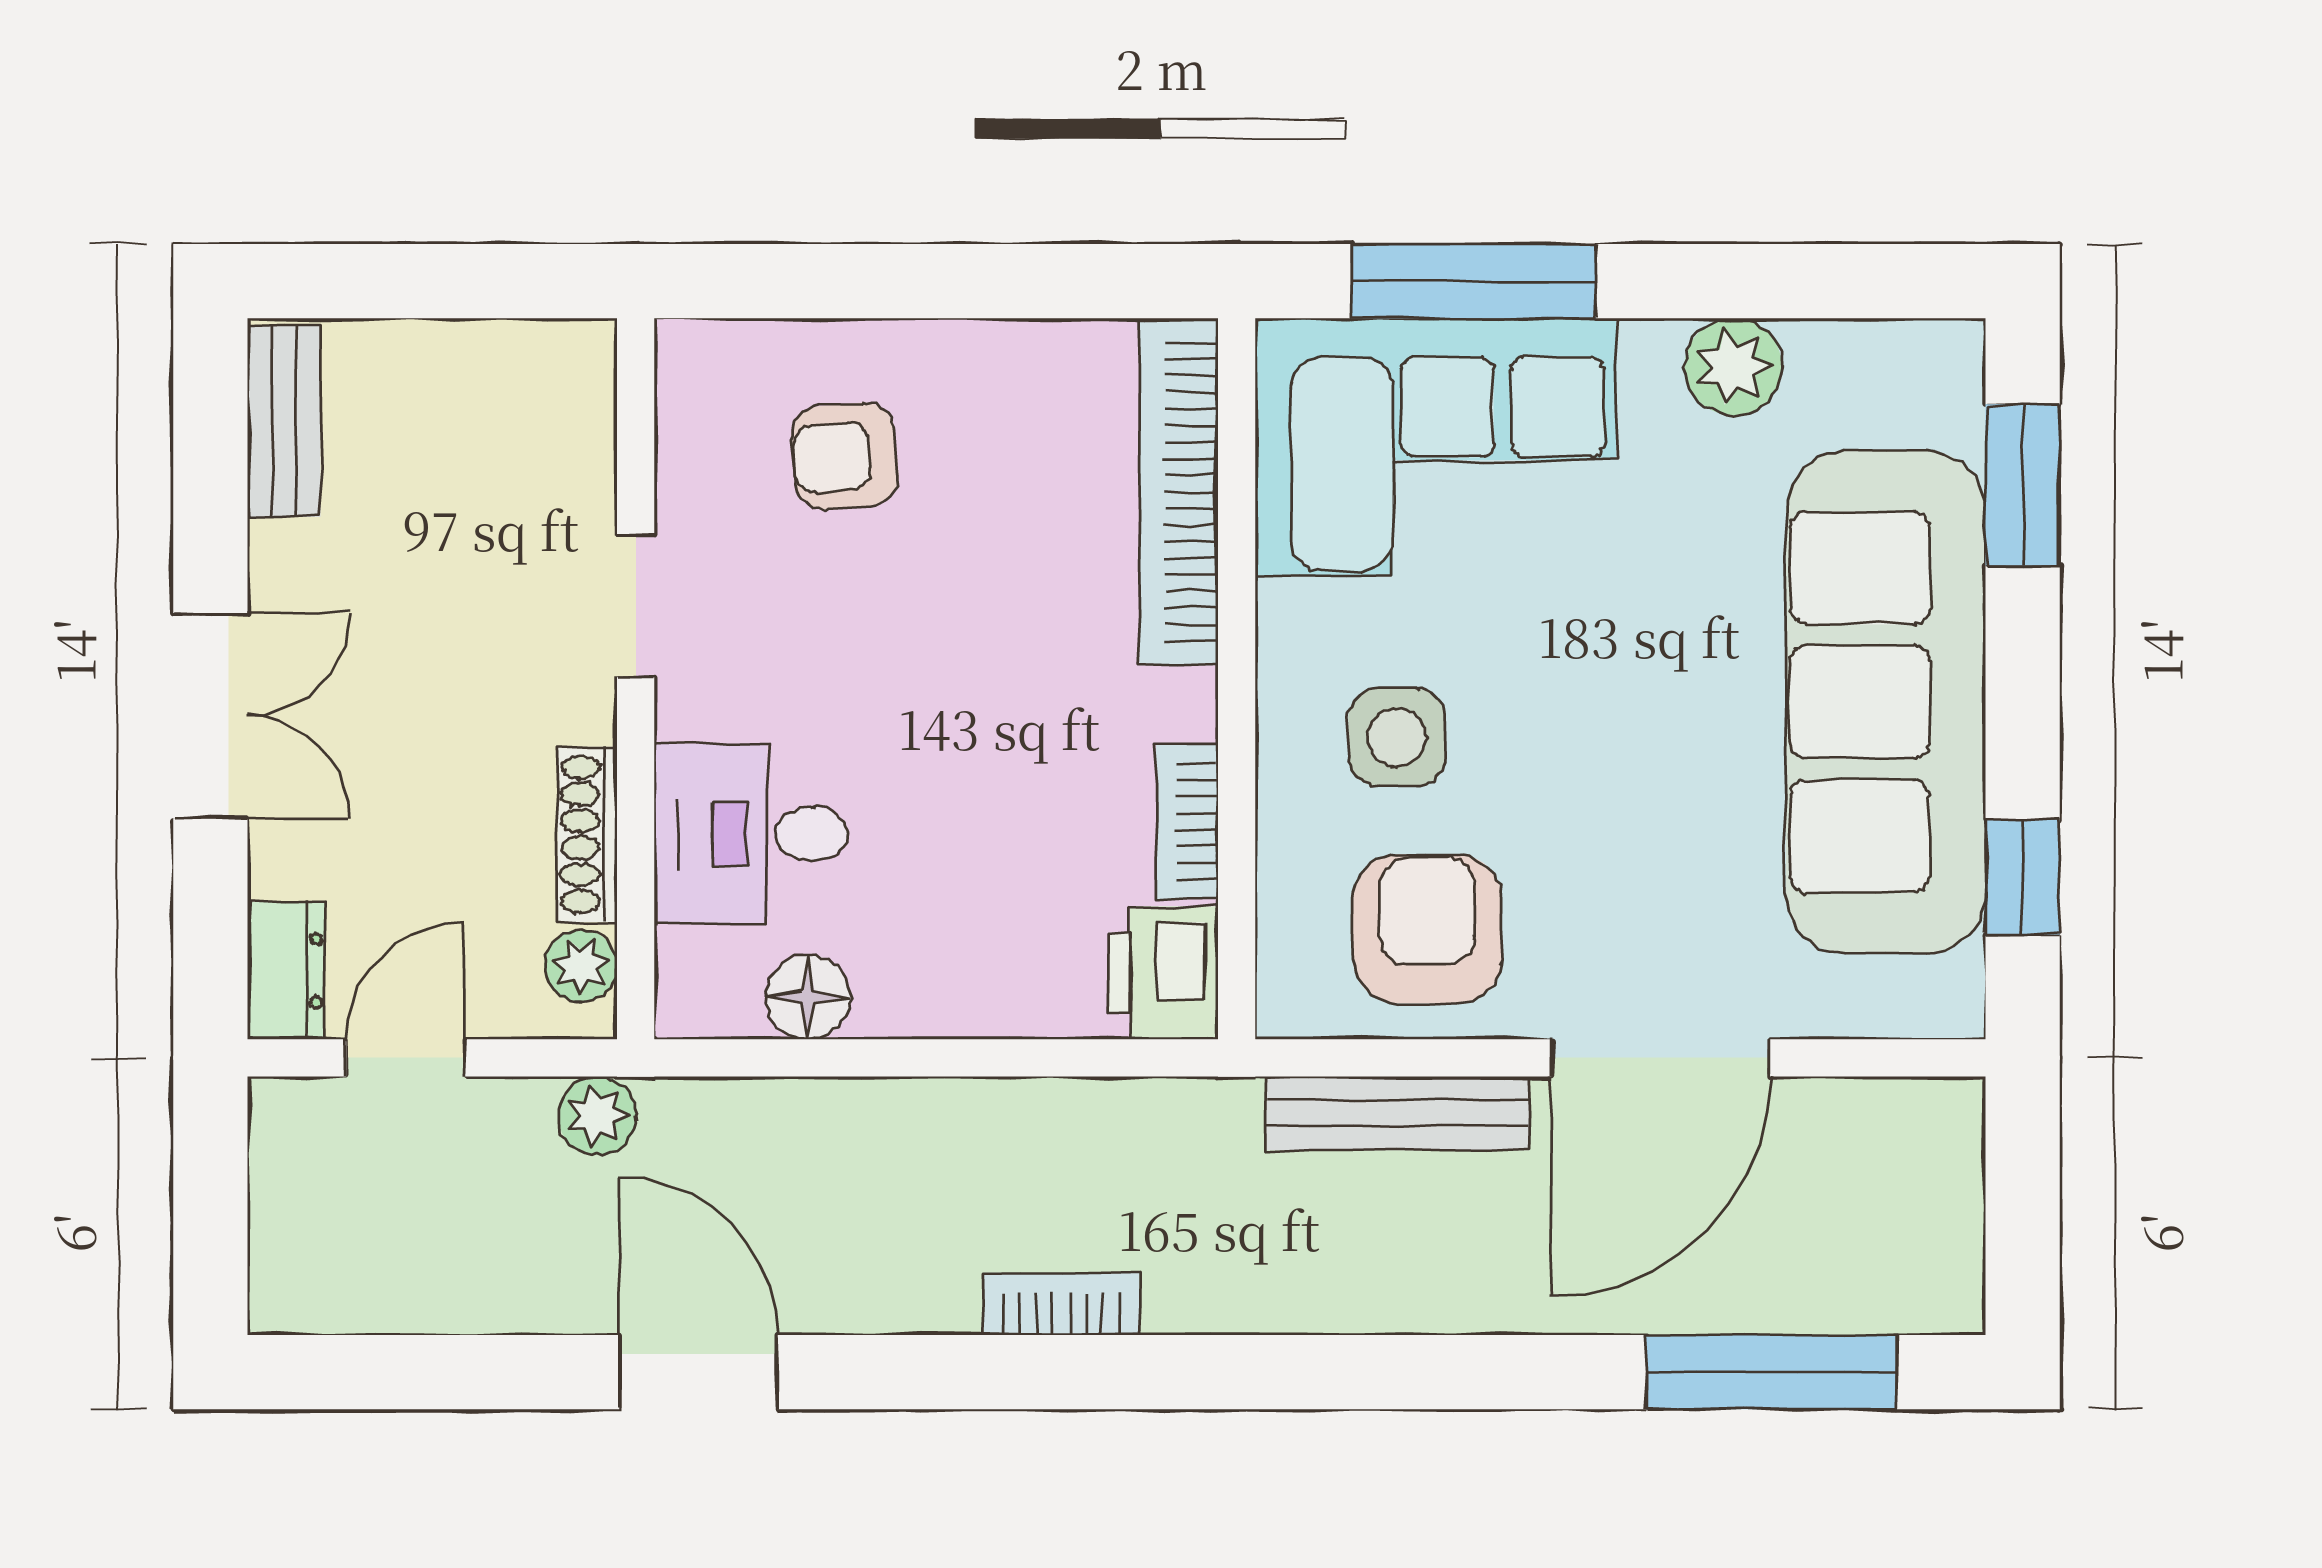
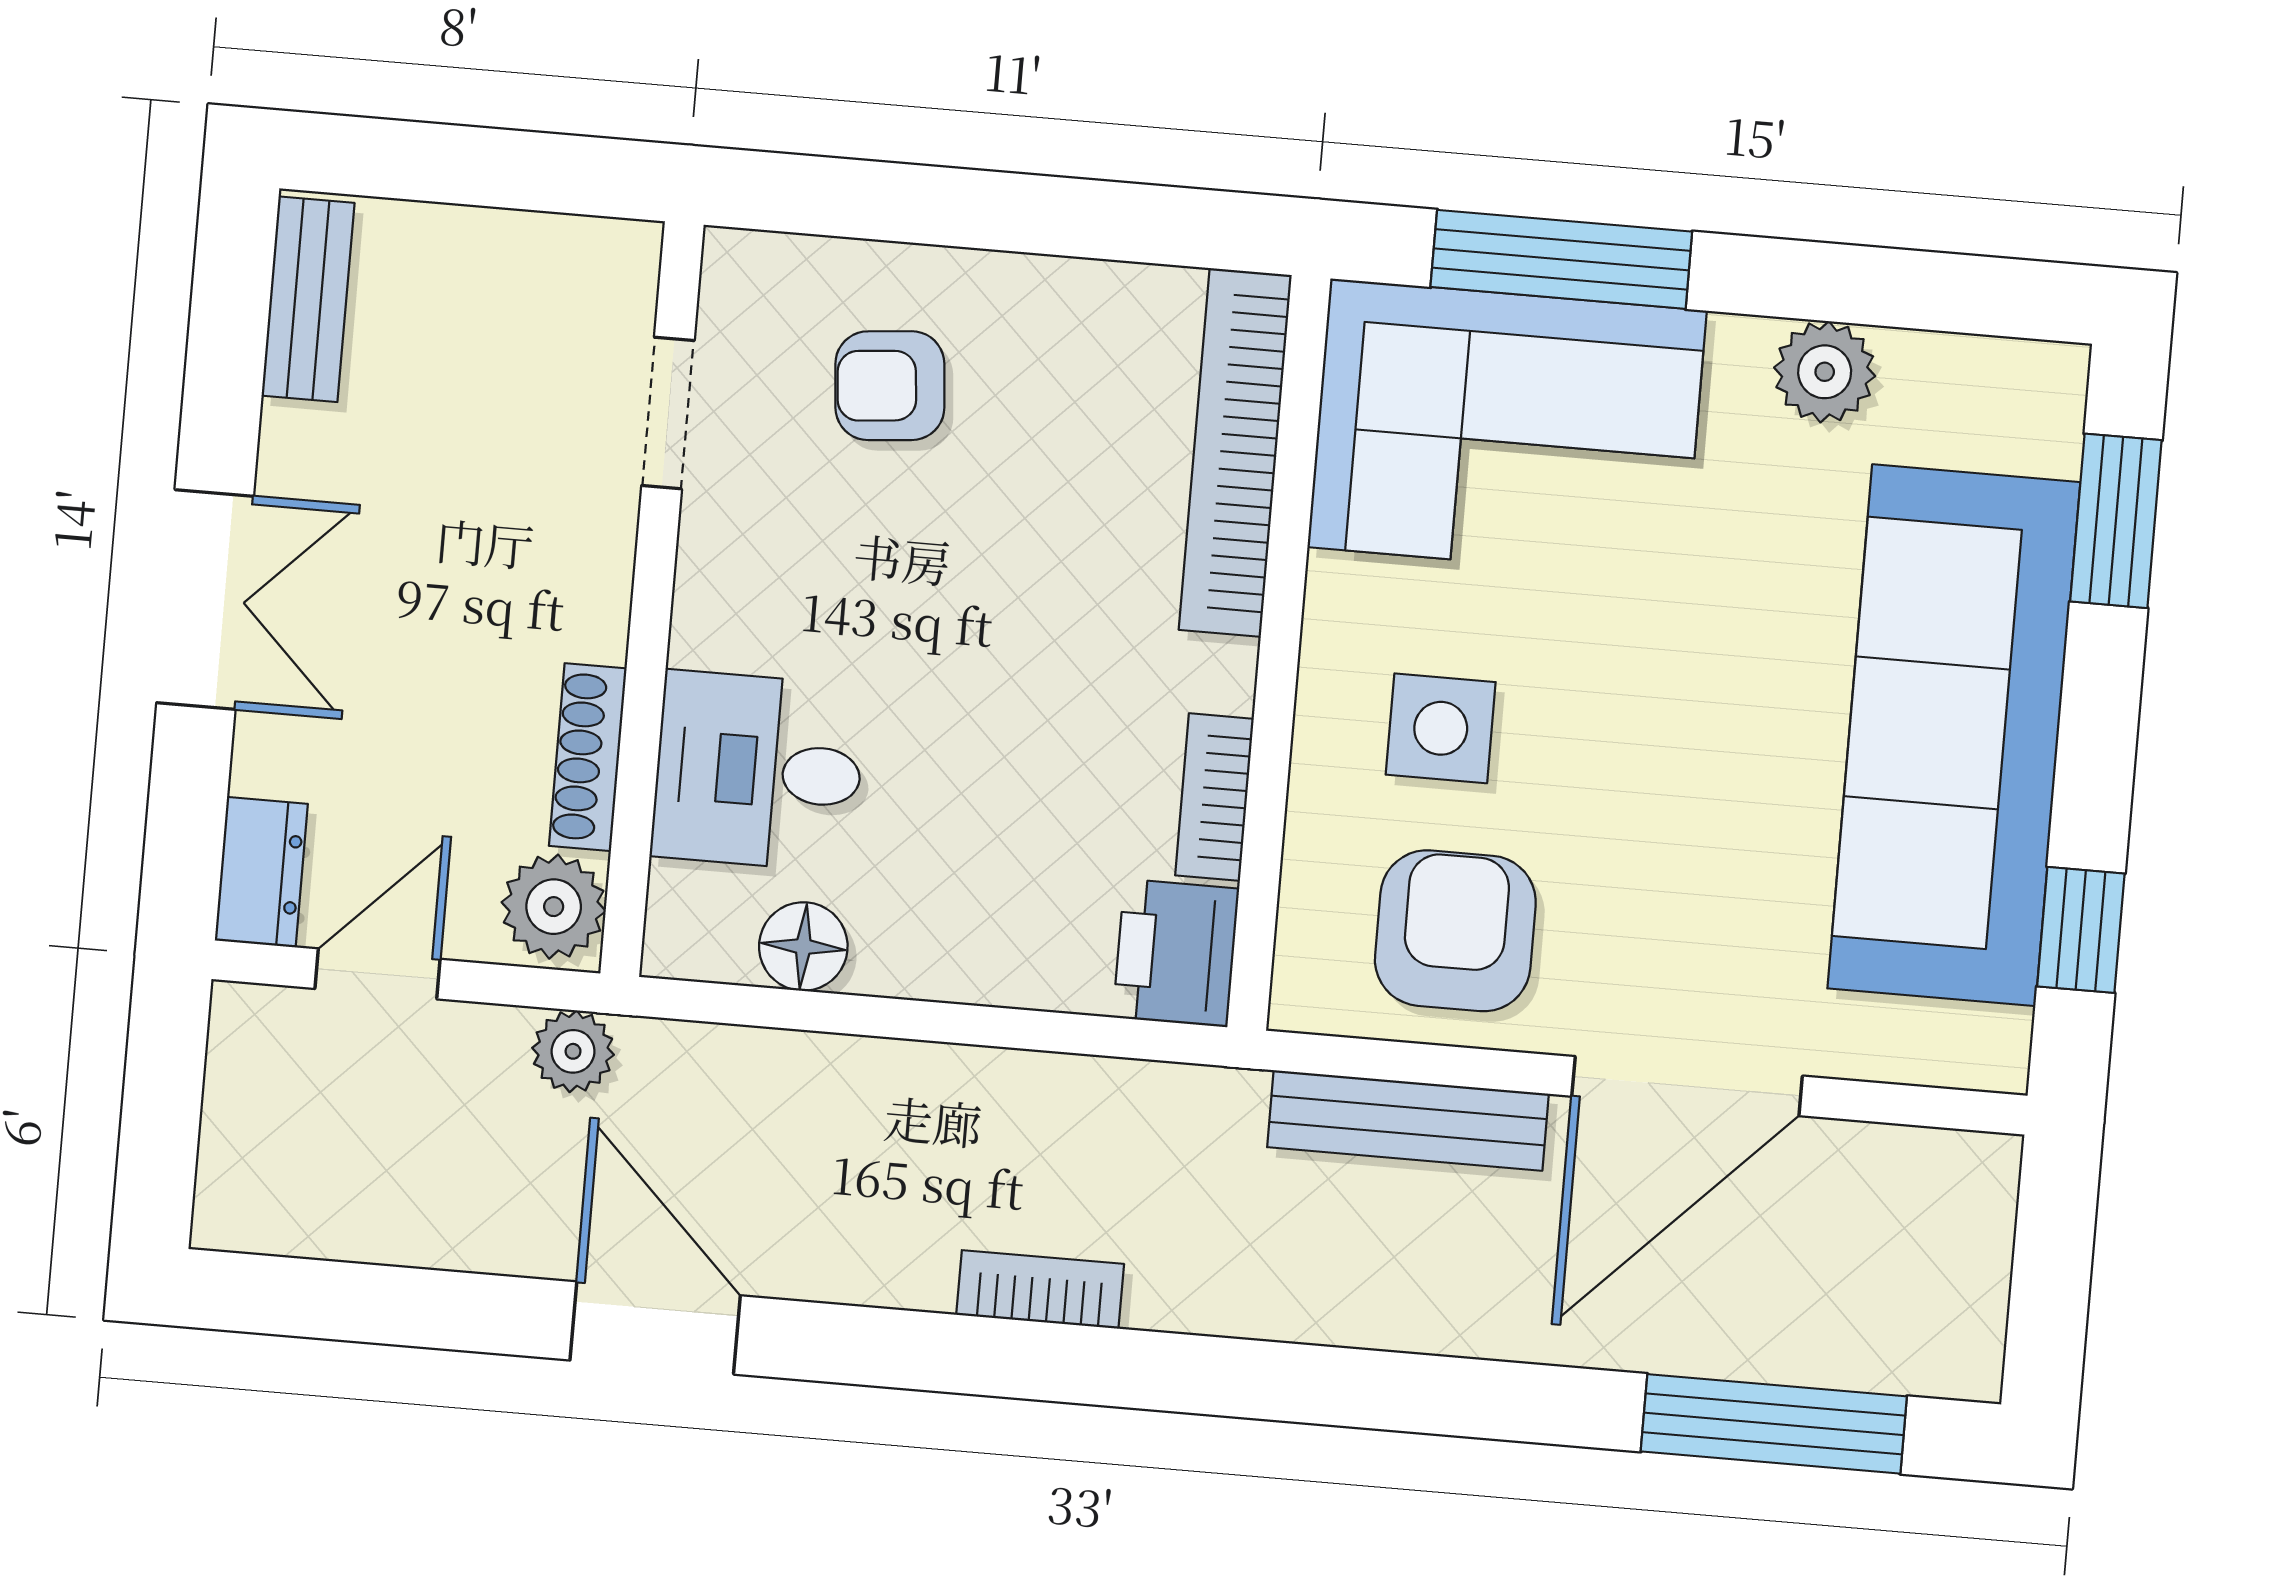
doorway: (636, 606) -> (668, 413), moved
plant: (581, 966) -> (554, 907), width x1.38, depth x1.38

